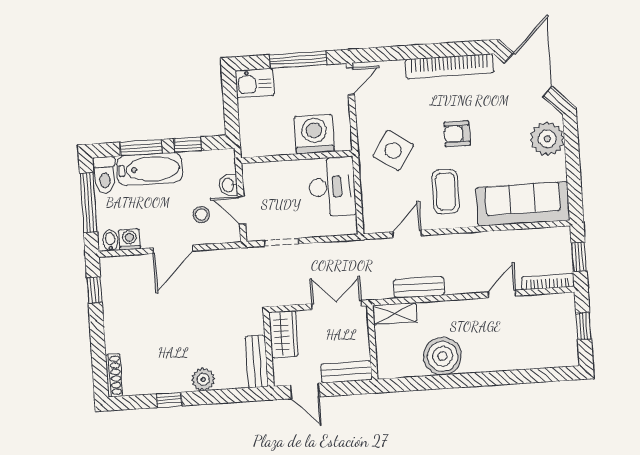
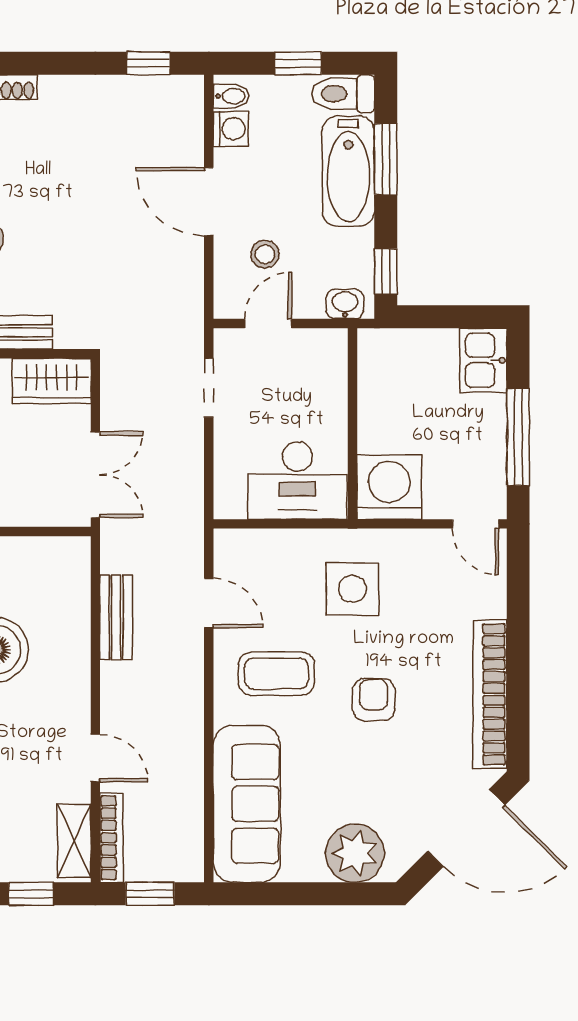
washing machine: (314, 134) -> (389, 487), moved, turned -90
window: (188, 145) -> (386, 271), moved
side table: (393, 150) -> (352, 589), turned -33
washbasin: (228, 185) -> (345, 304), moved
window: (89, 203) -> (298, 63), width x0.46
shelving: (395, 314) -> (74, 841), moved

